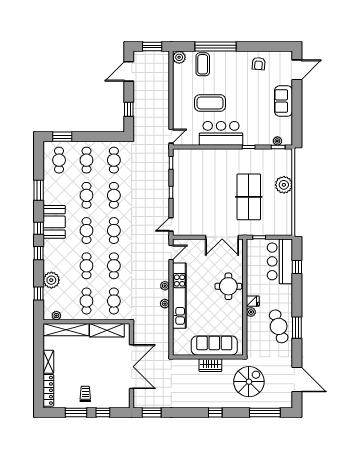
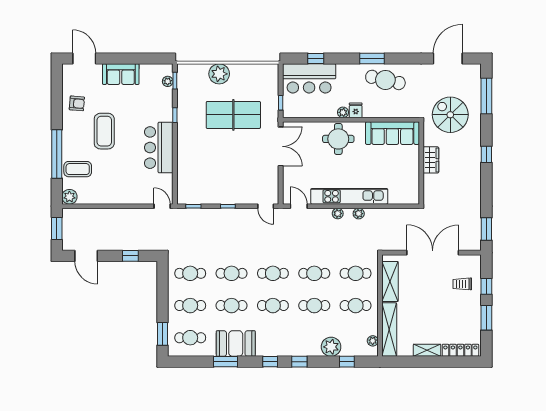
coffee table: (210, 103) -> (104, 131), moved
booth: (54, 222) -> (236, 344), moved
plant: (251, 312) -> (343, 112), moved
cafe table: (279, 326) -> (385, 80), turned 30
window: (297, 328) -> (372, 58), moved
sofa: (214, 346) -> (392, 133), moved, turned -90
trolley: (85, 394) -> (462, 284), moved

